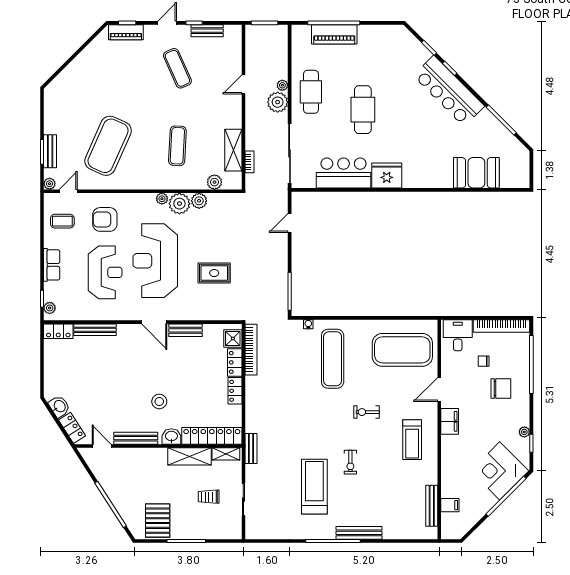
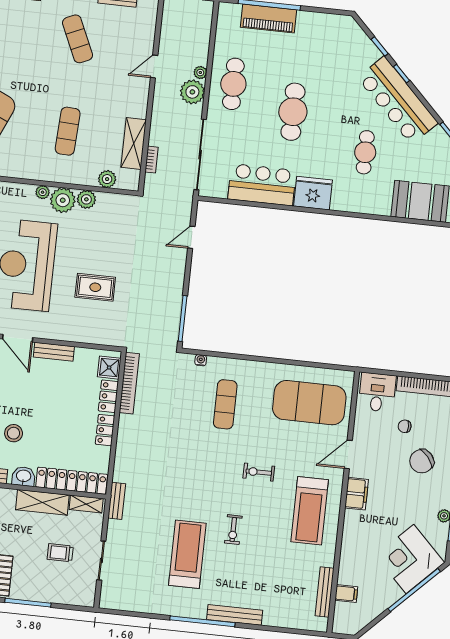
cafe table: (427, 137) -> (365, 152), added
exercise mat: (333, 359) -> (225, 404), width x0.73, depth x0.69
chair: (501, 389) -> (422, 461), turned 140
treadmill: (412, 440) -> (310, 511), width x1.37, depth x1.38

